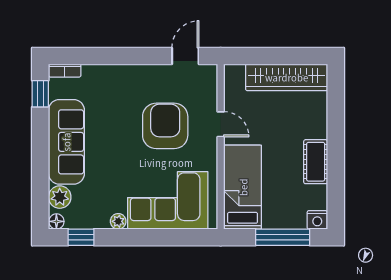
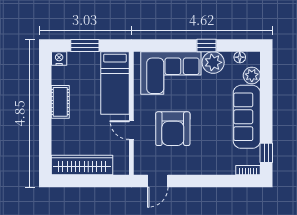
floor lamp: (56, 221) -> (240, 57), moved
plant: (118, 221) -> (213, 62), width x1.88, depth x1.88
window: (81, 237) -> (207, 45), moved
window: (283, 237) -> (85, 45), width x0.69

